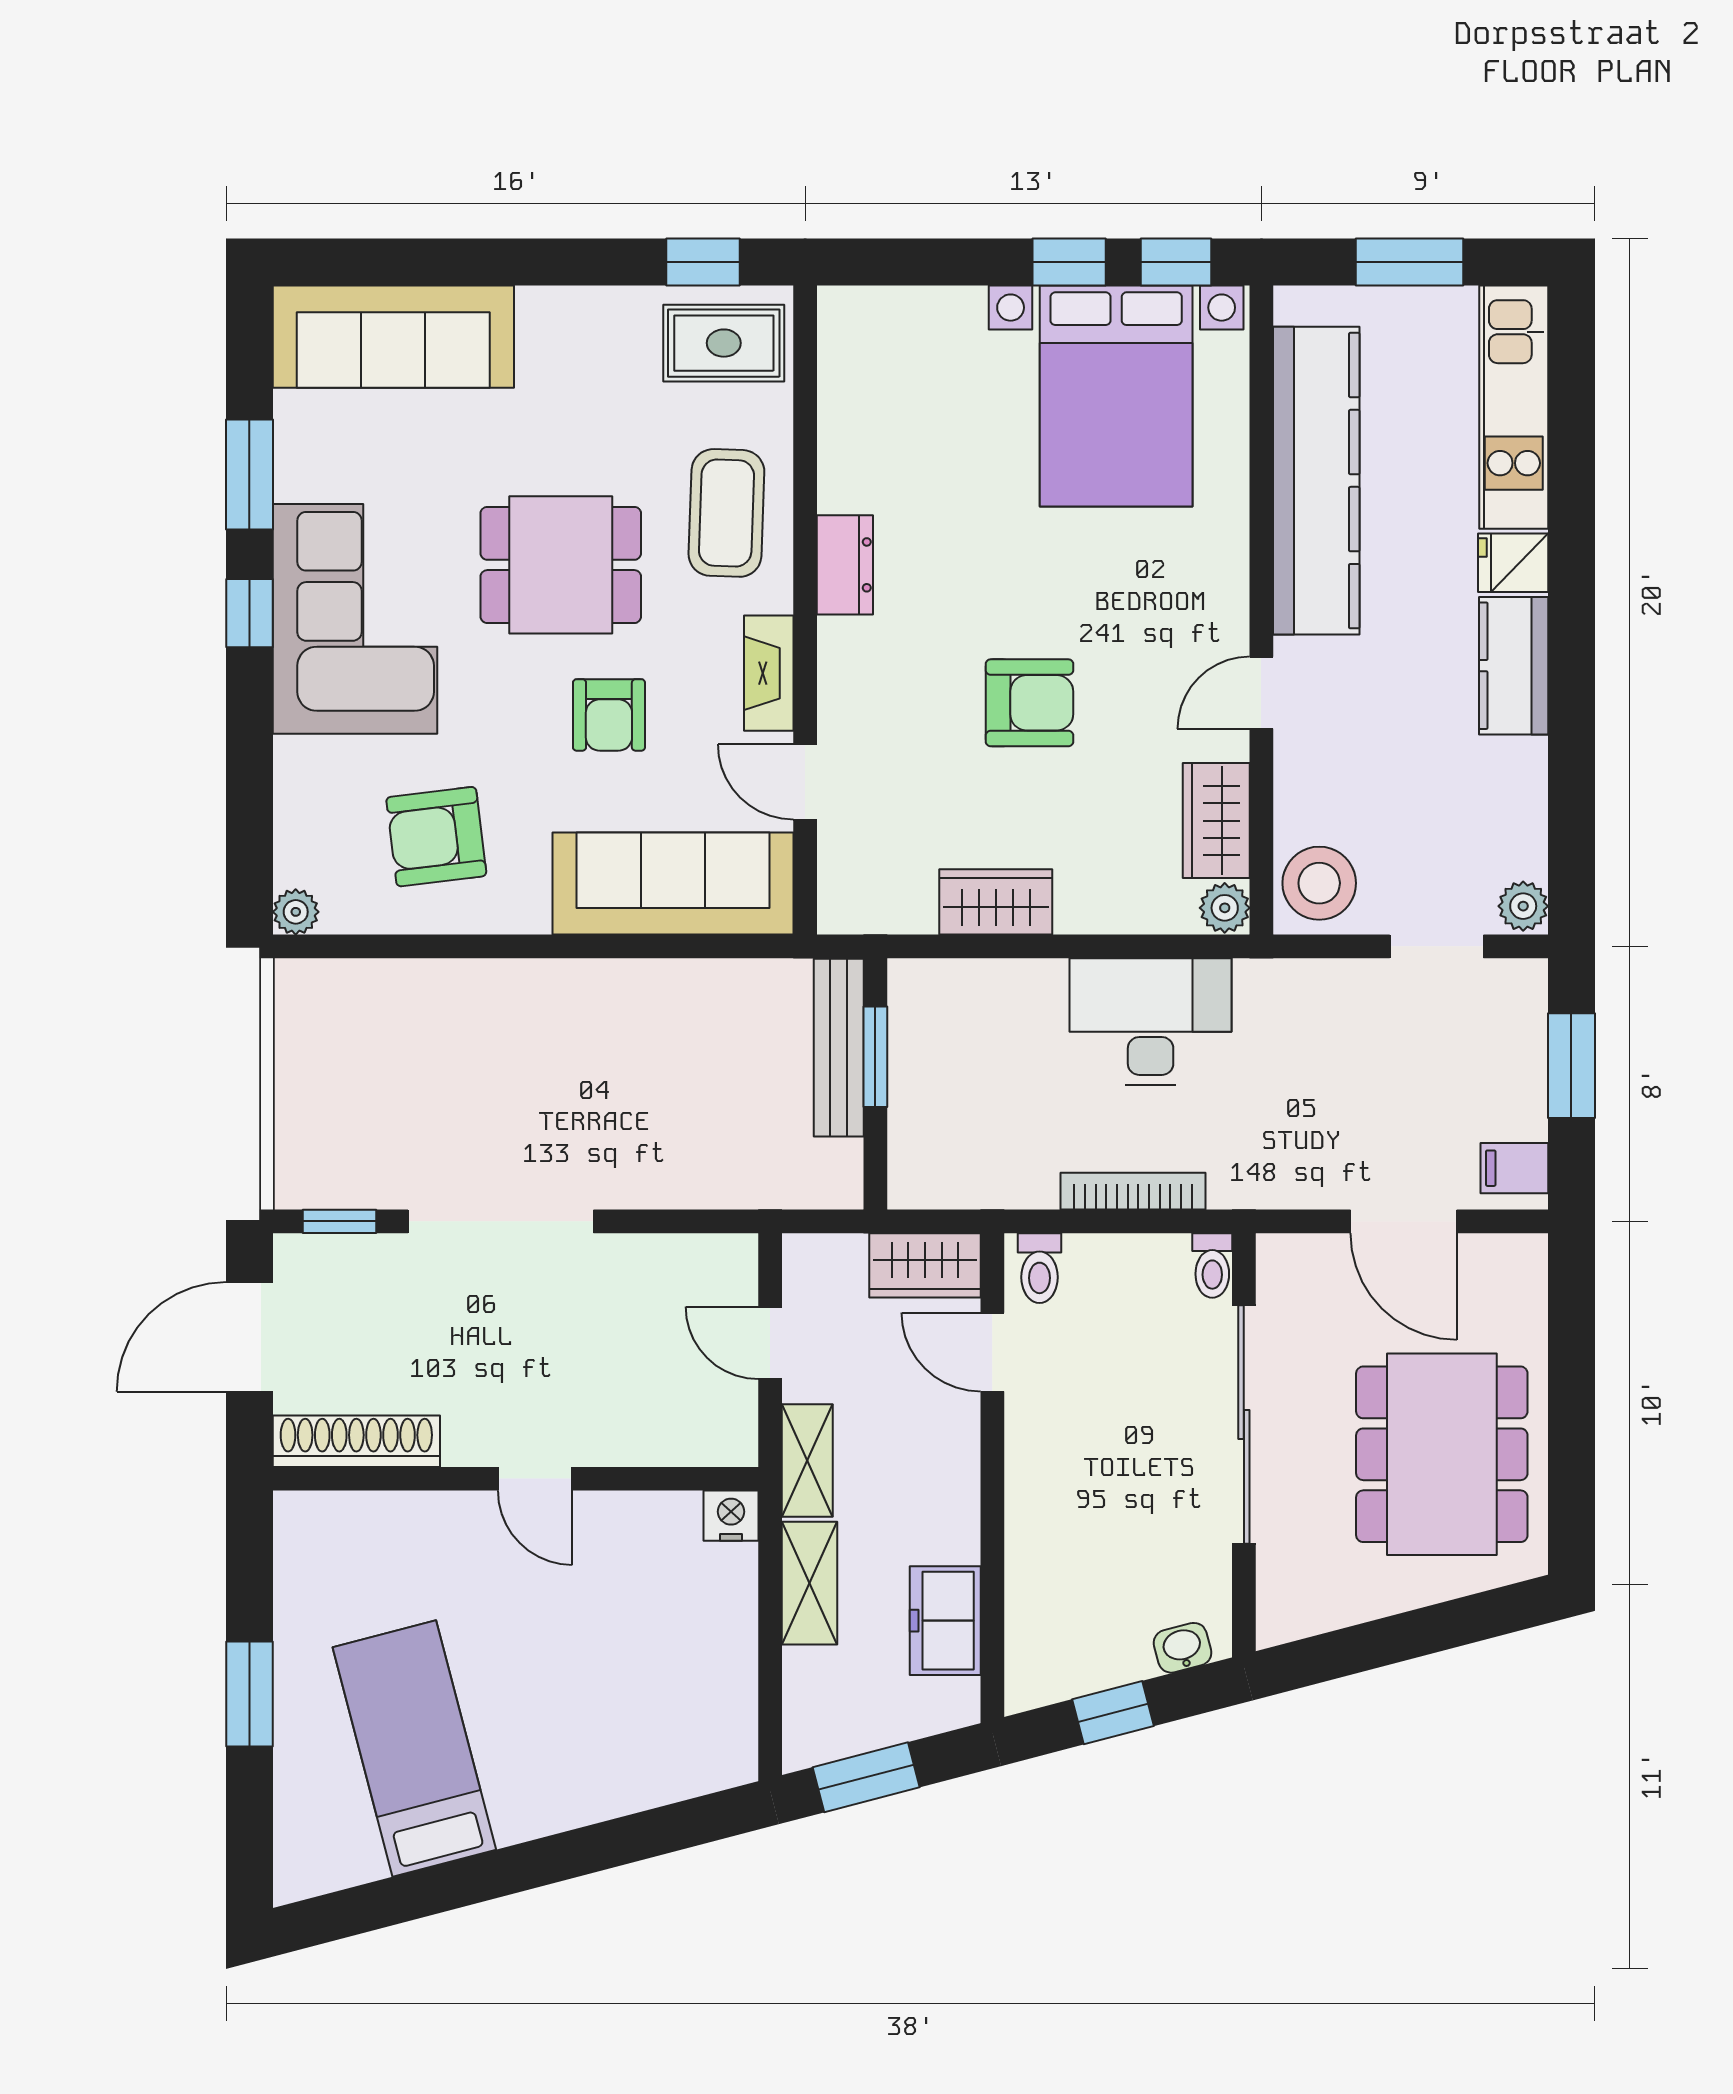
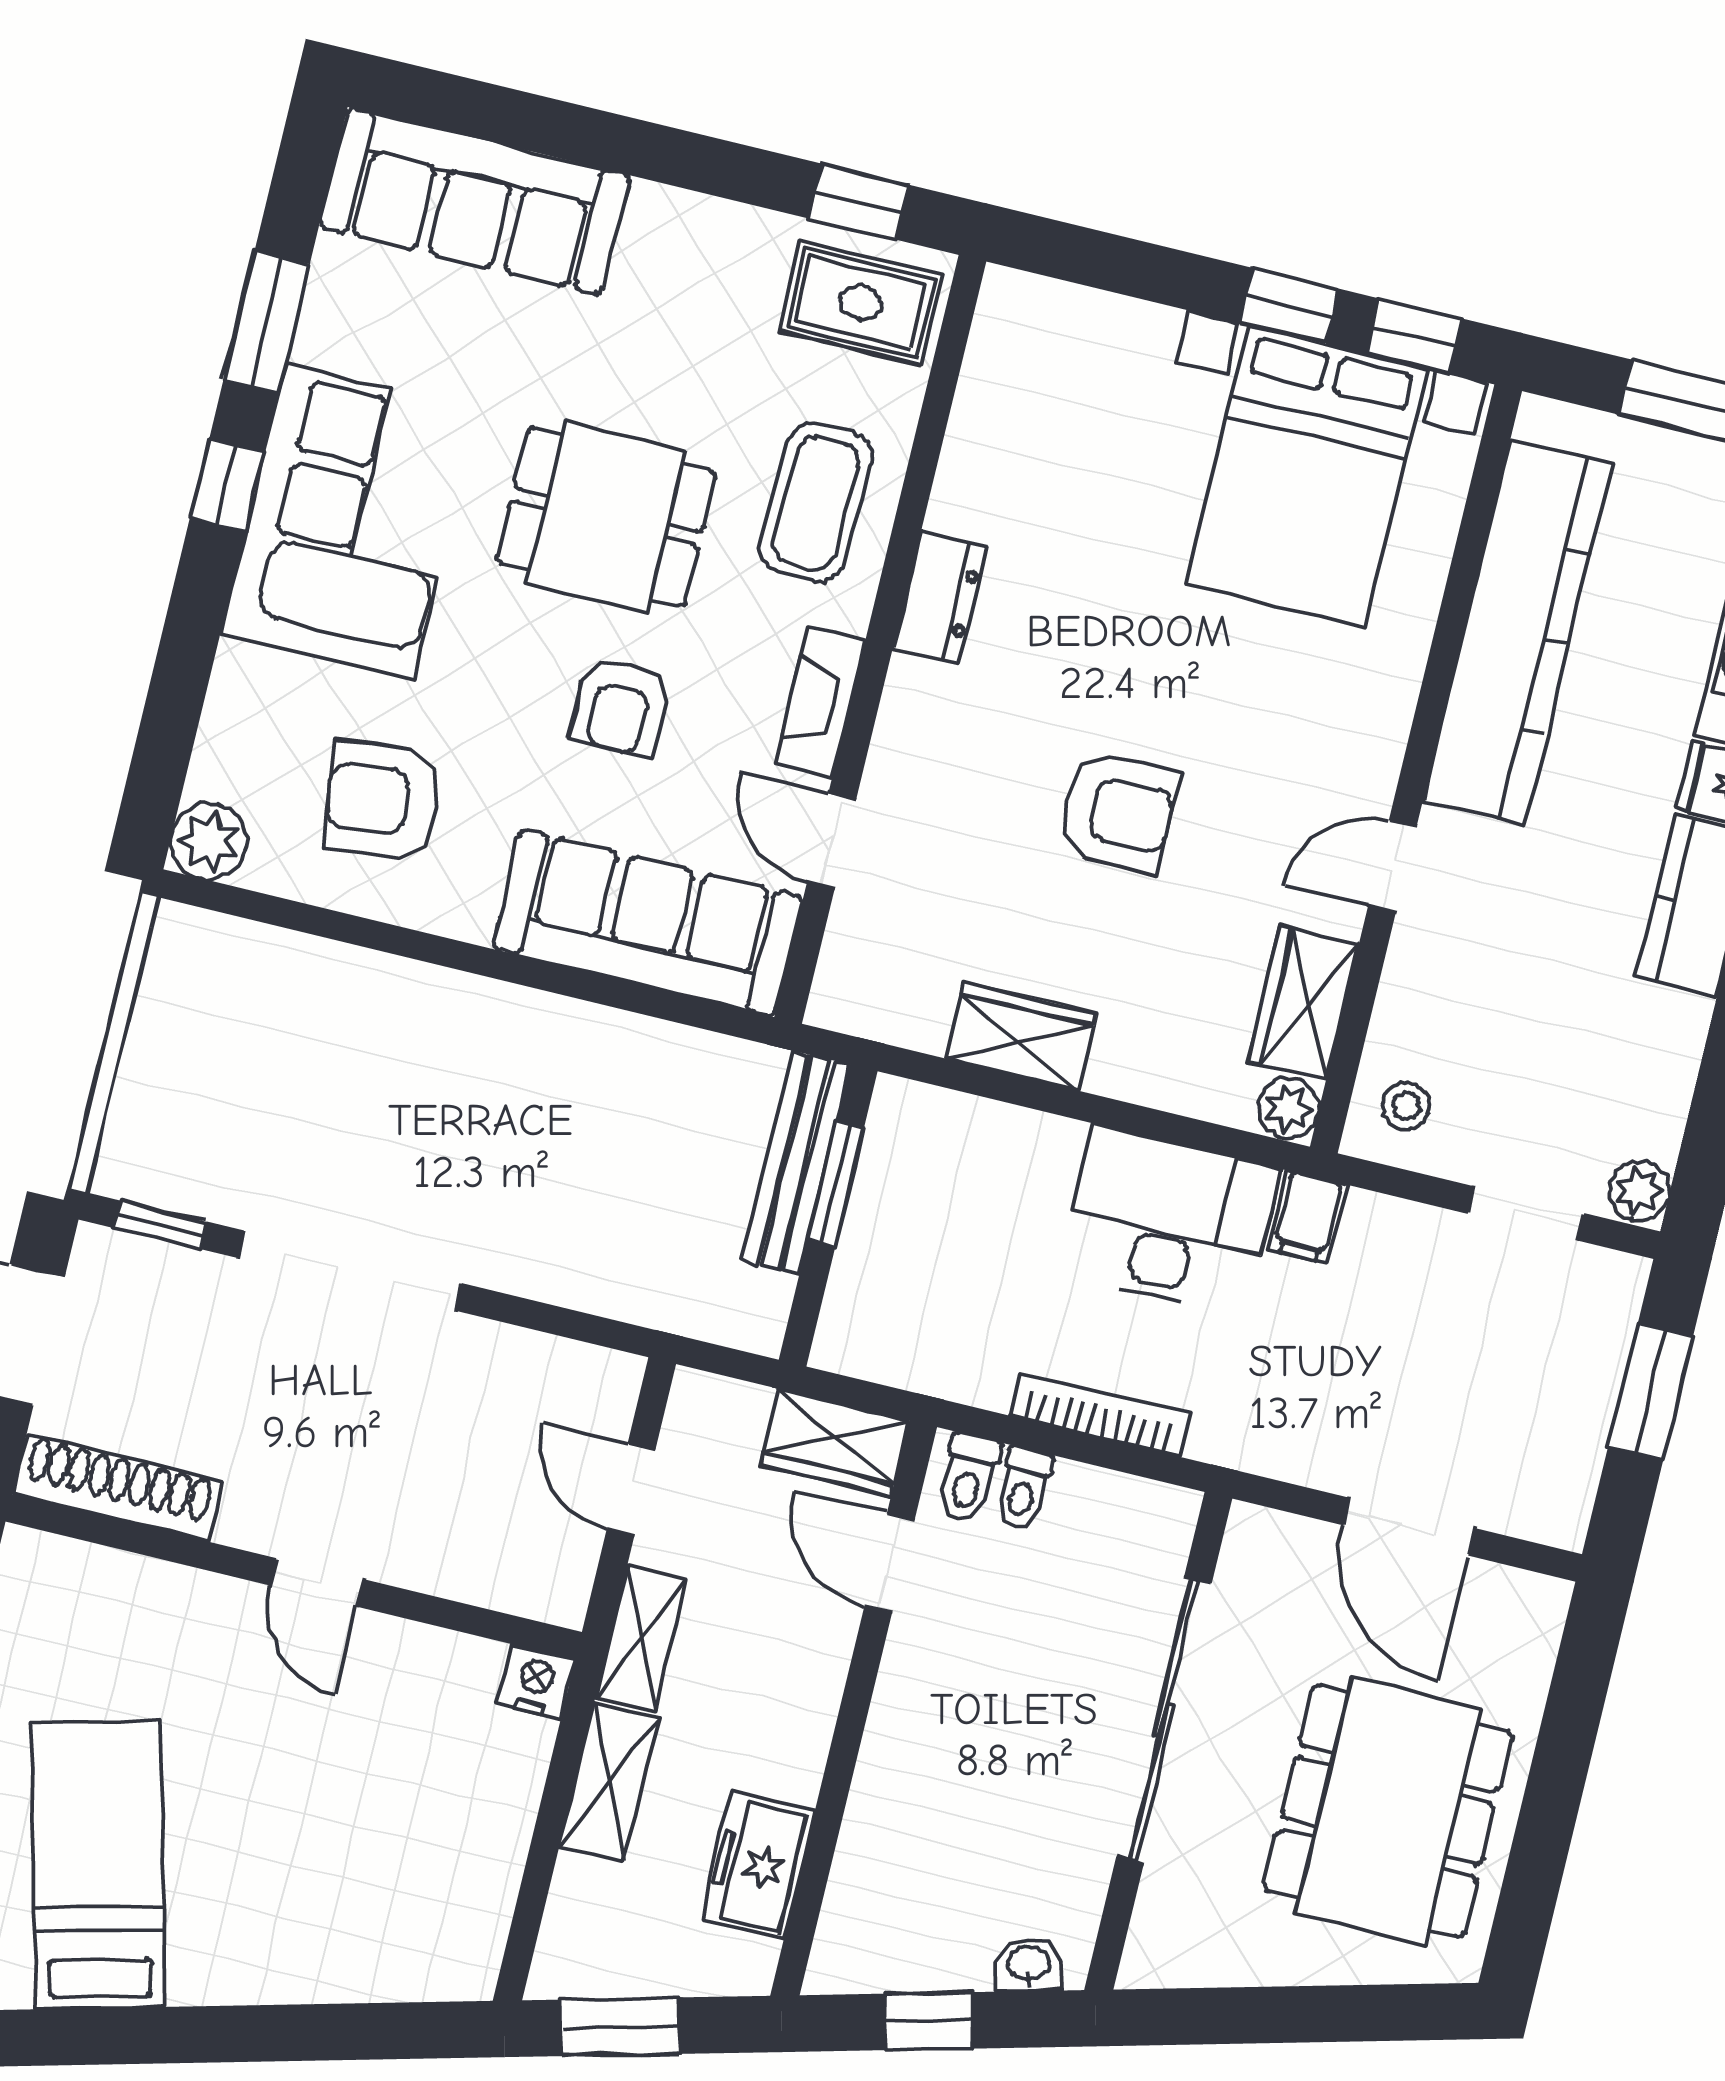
stool: (1319, 883) -> (1406, 1106), width x0.53, depth x0.53
plant: (296, 912) -> (209, 841), width x1.38, depth x1.38
filing cabinet: (1514, 1168) -> (1307, 1217), moved, turned -90
toilet: (1212, 1265) -> (1023, 1488), moved

